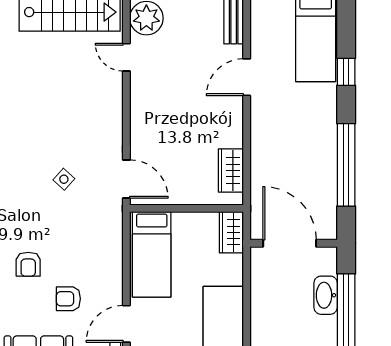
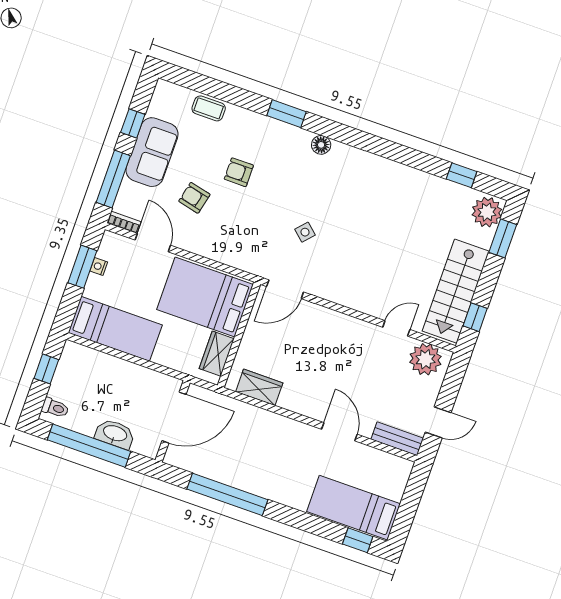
window: (346, 72) -> (358, 540), moved
wardrobe: (231, 232) -> (217, 354), moved, turned -90
bed: (152, 254) -> (205, 297), width x1.50
armchair: (68, 299) -> (194, 198), turned -77

